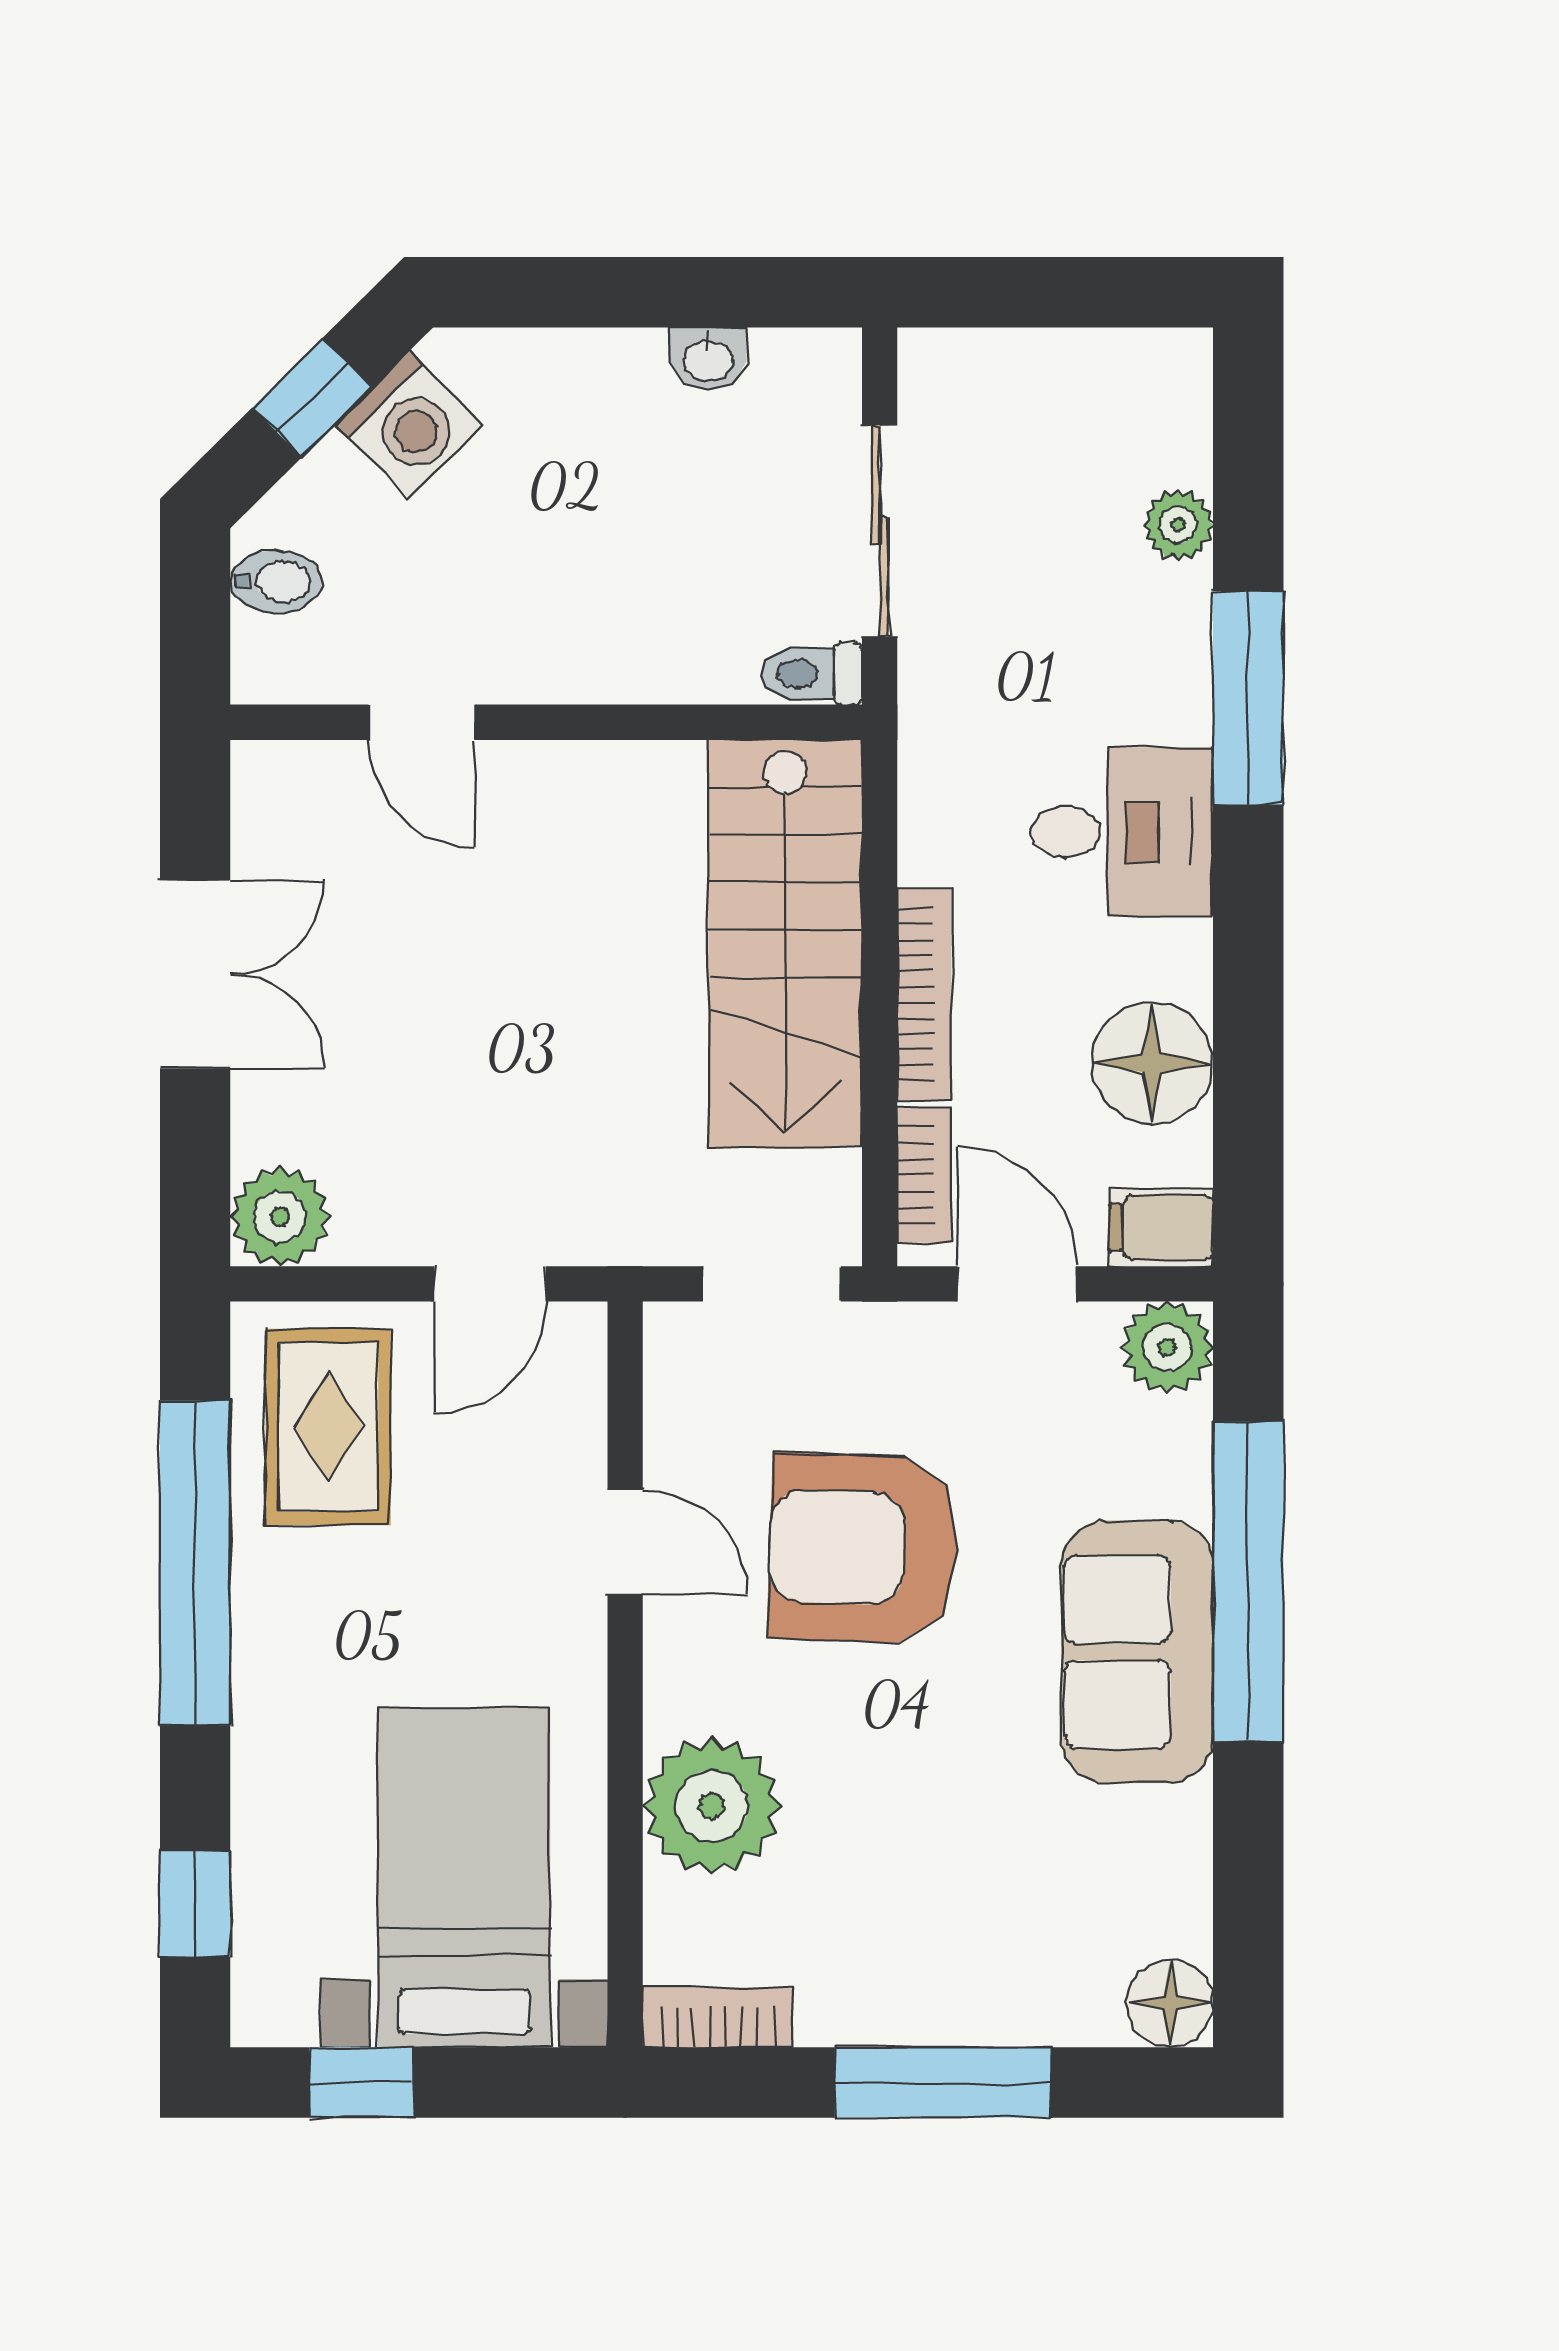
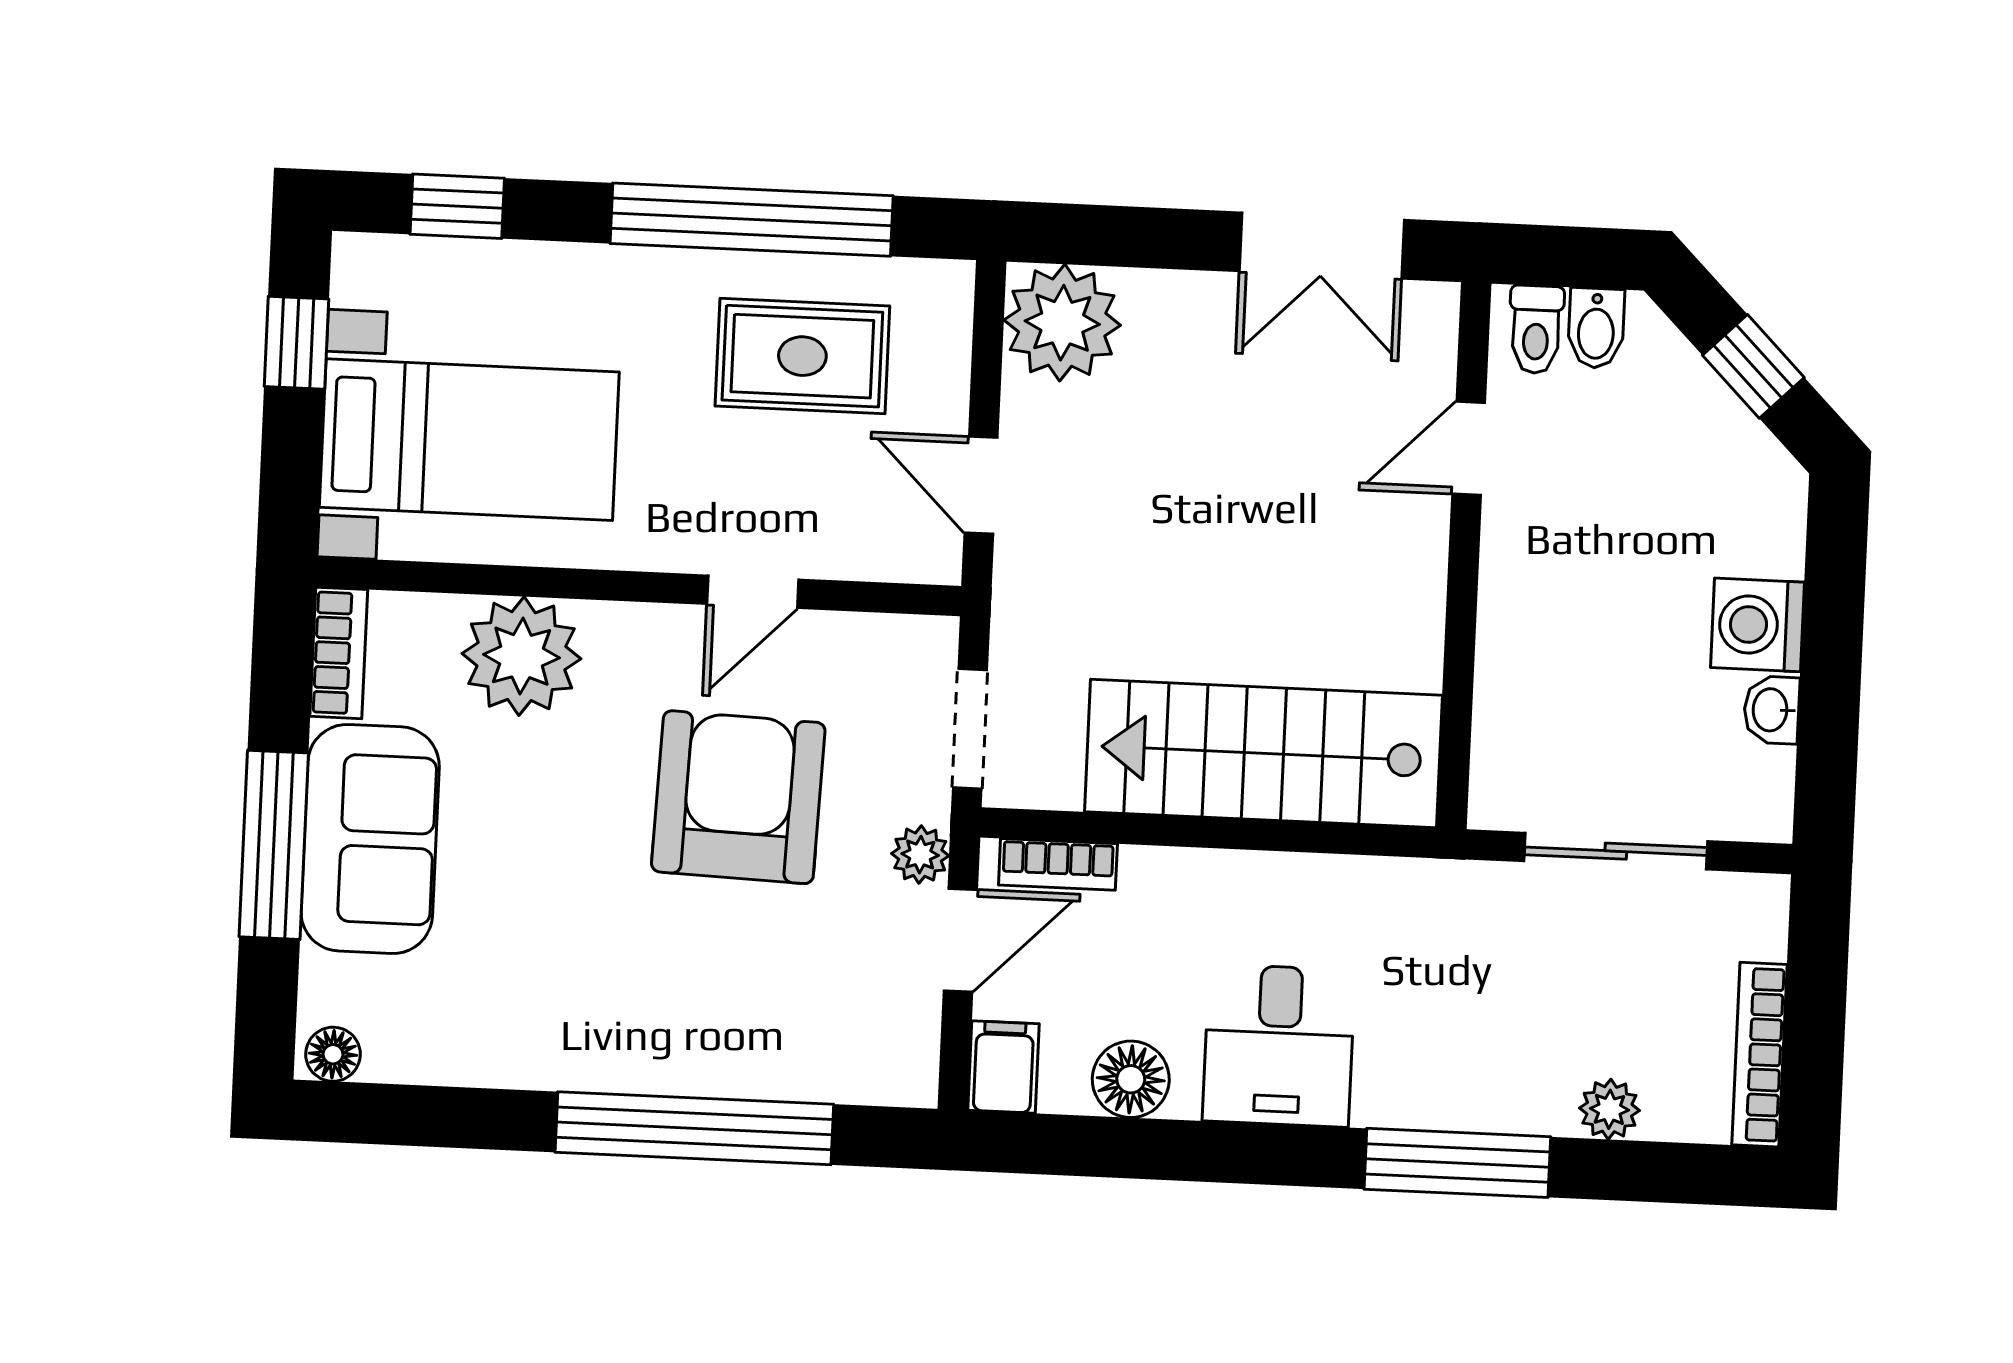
washing machine: (409, 424) -> (1757, 625), moved, turned 45
toilet: (811, 674) -> (1536, 329), moved, turned 180
desk: (1122, 832) -> (1279, 1045), moved
double door: (195, 974) -> (1322, 246), moved
bookcase: (924, 995) -> (1759, 1055), moved, turned 90
floor lamp: (1152, 1063) -> (1131, 1079), width x0.73, depth x0.73
plant: (280, 1217) -> (1062, 323), width x1.36, depth x1.36
plant: (1167, 1347) -> (920, 855), moved, width x0.73, depth x0.73
rug: (328, 1427) -> (802, 356), moved
sofa: (1137, 1652) -> (370, 839), moved, turned 90
floor lamp: (1170, 2003) -> (333, 1054), width x0.73, depth x0.73

